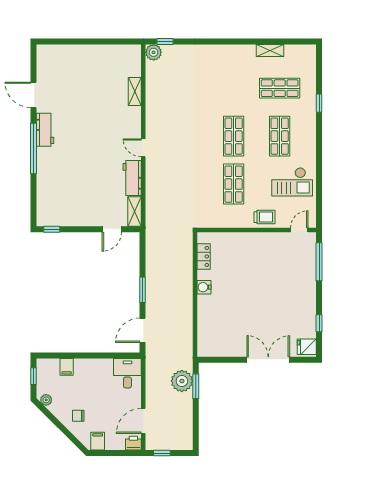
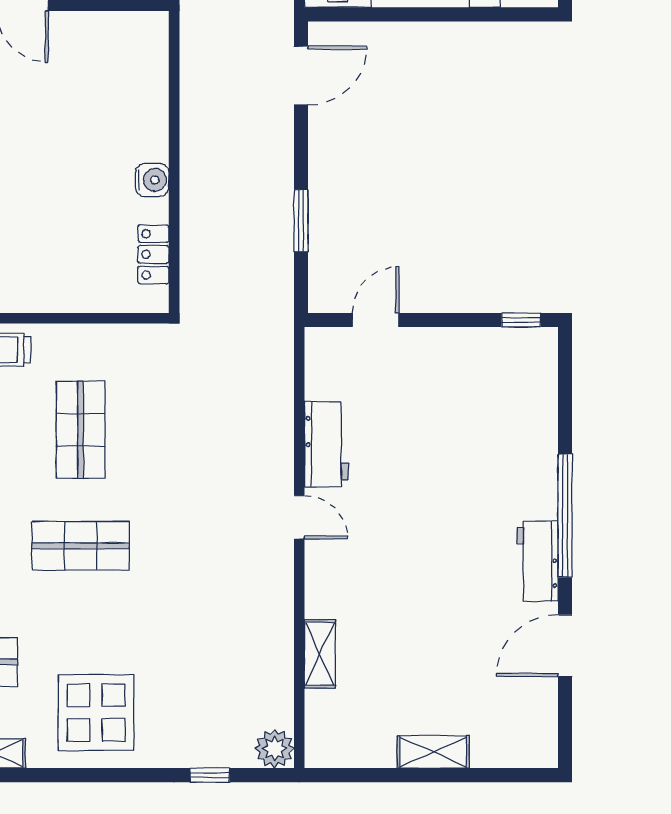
window: (165, 41) -> (210, 775), moved
display table: (227, 67) -> (96, 713), added
door: (34, 95) -> (565, 646), swing flipped
shop shelf: (234, 136) -> (81, 546), turned 90
shelving: (134, 212) -> (433, 752), moved, turned 90
window: (143, 290) -> (301, 221), moved

